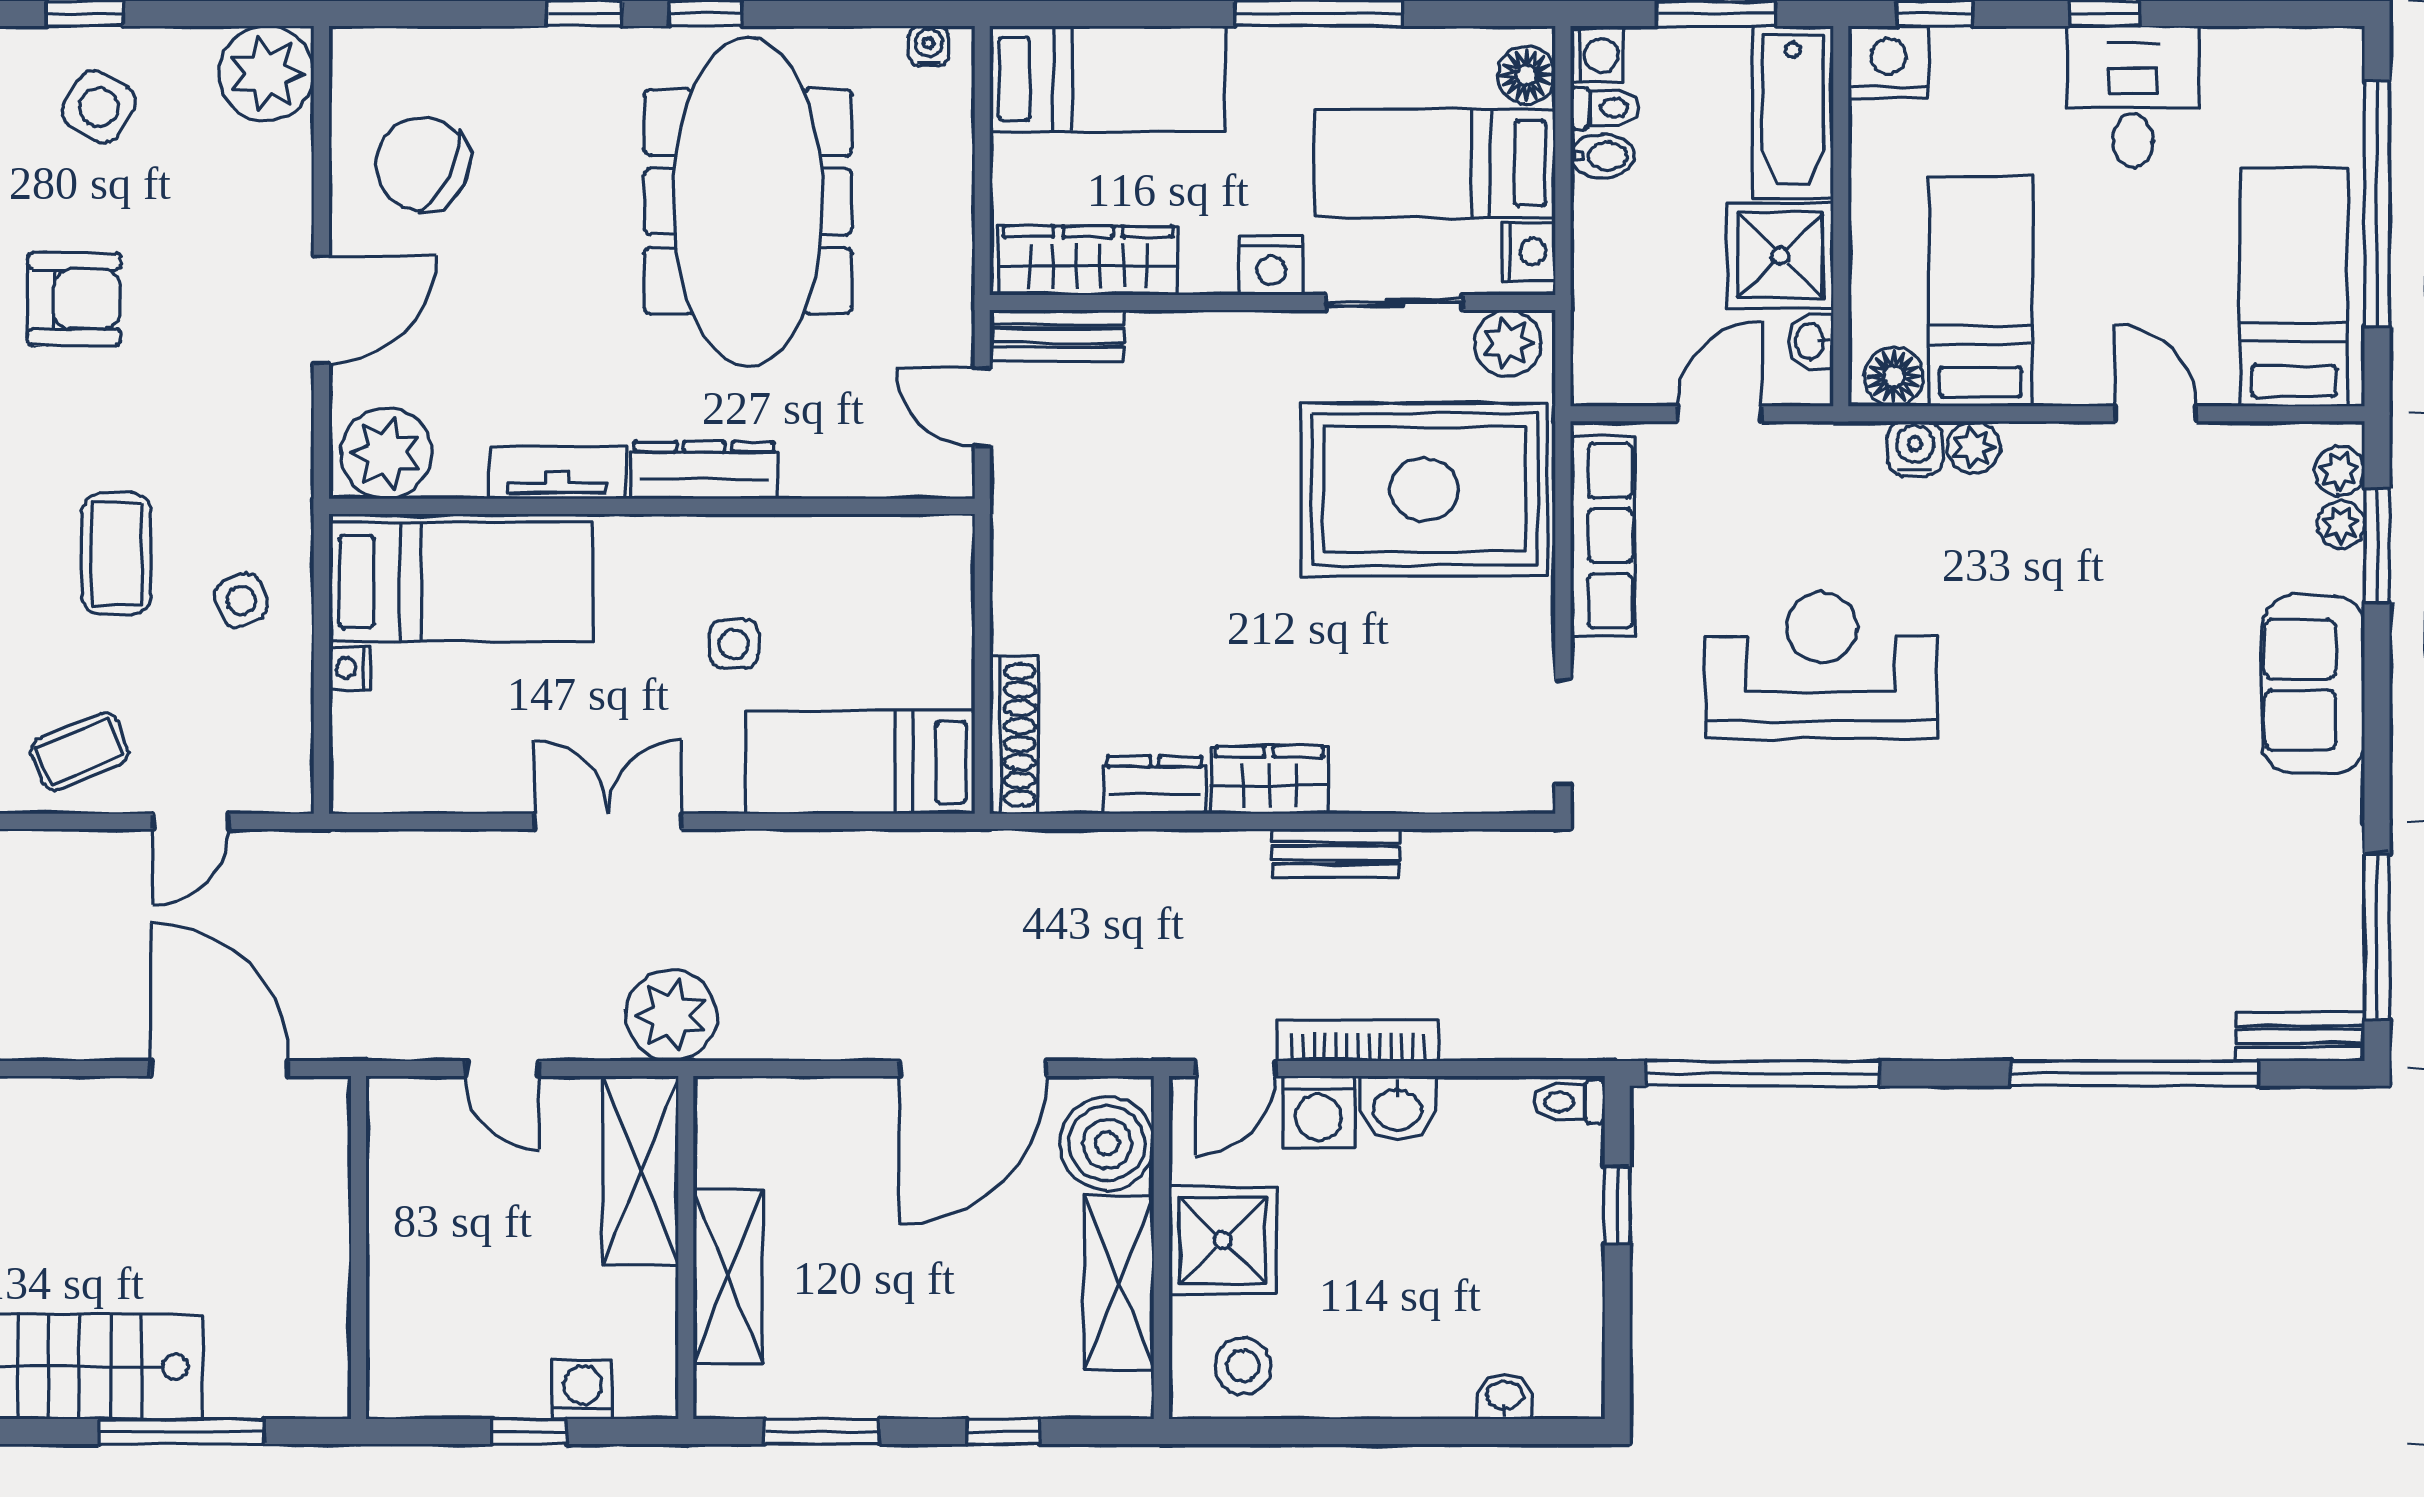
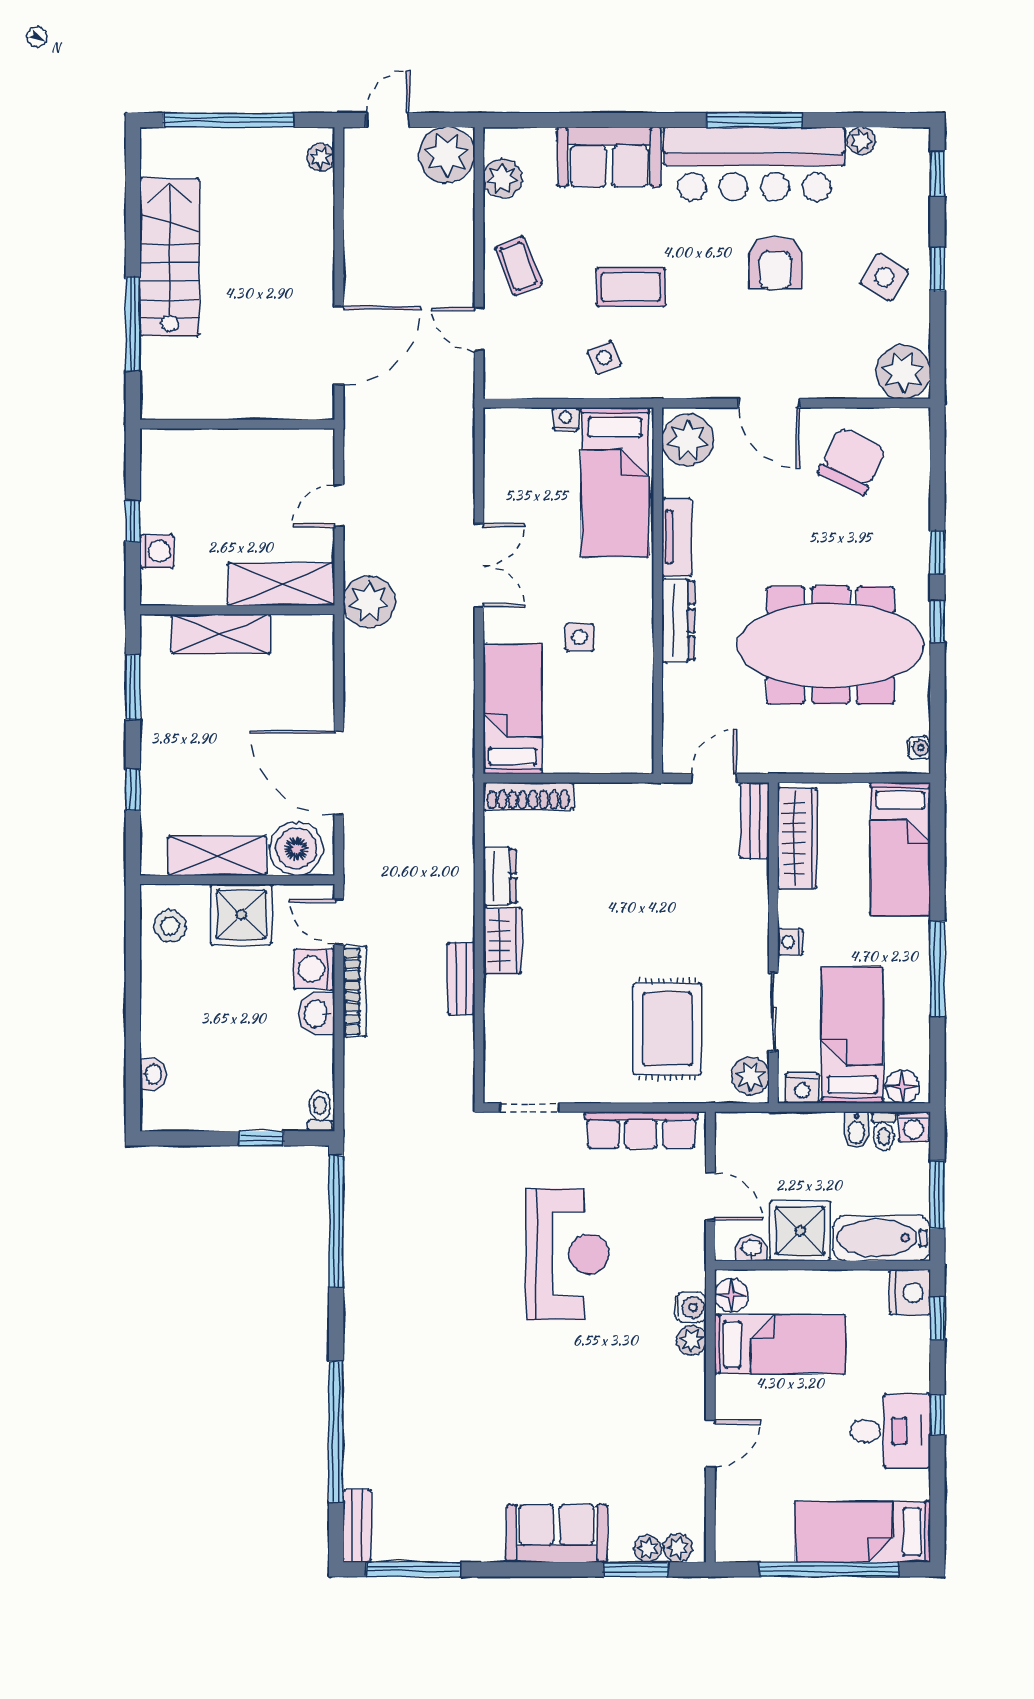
nightstand: (1271, 265) -> (790, 942), width x0.72, depth x0.74
bed: (2294, 287) -> (863, 1532), moved, turned 180
rug: (1424, 489) -> (667, 1029), width x0.73, depth x0.69

